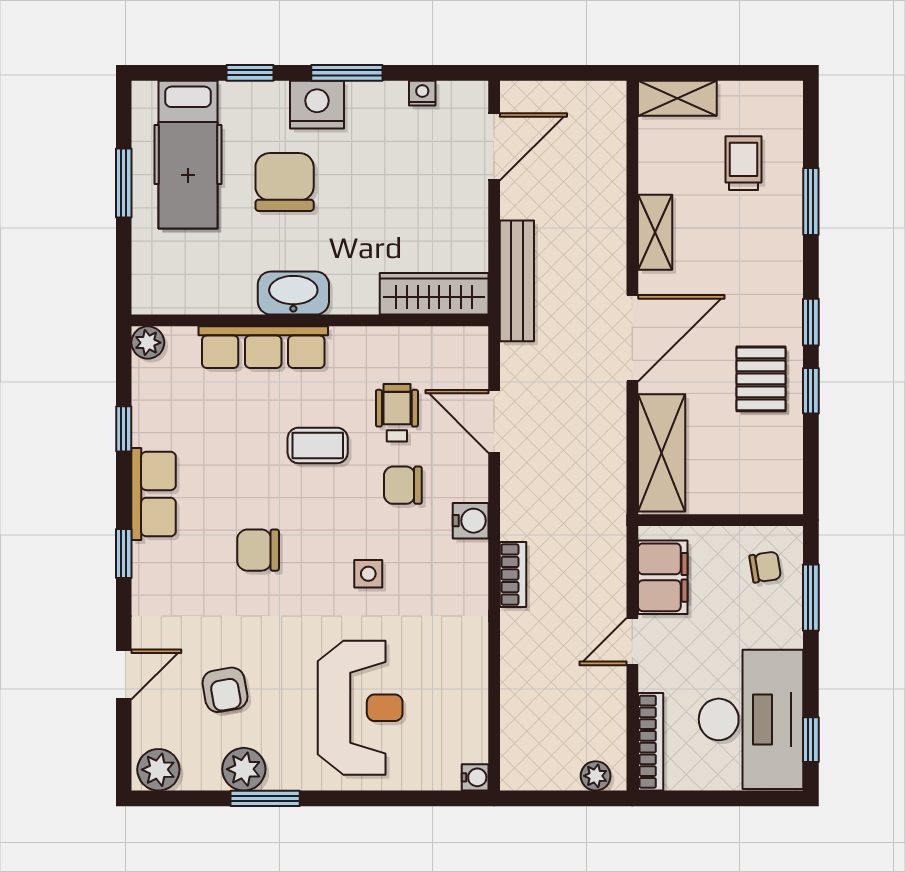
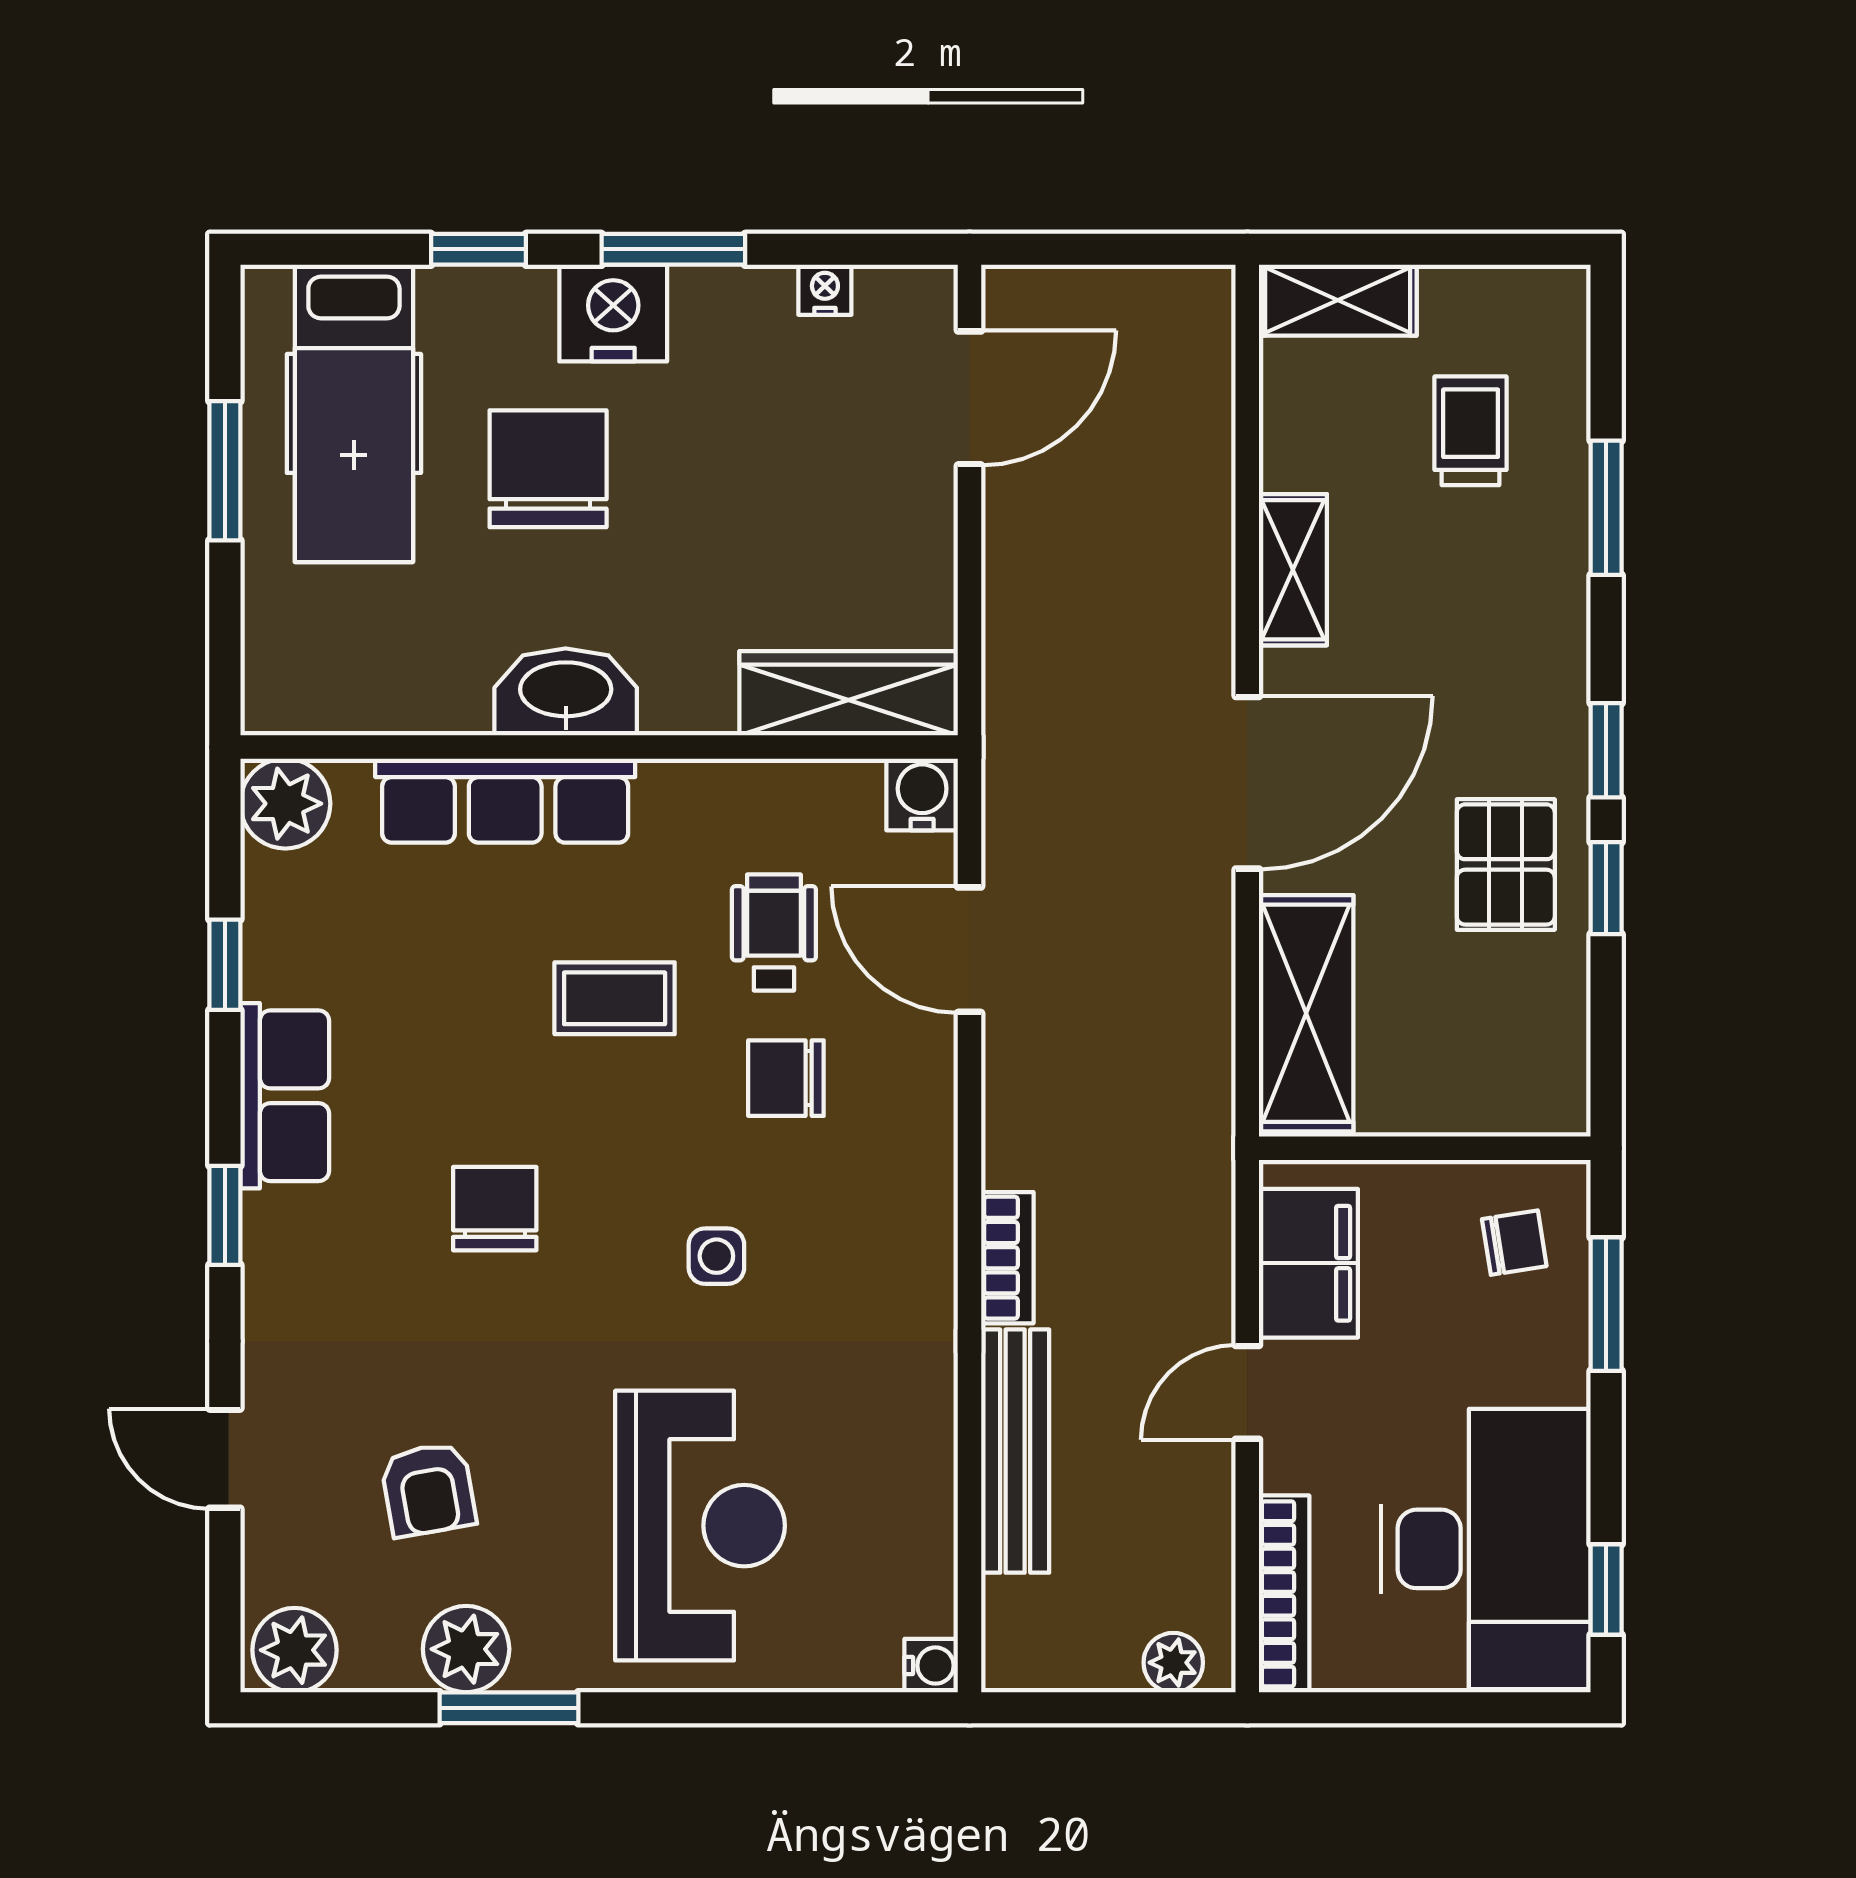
bench: (517, 281) -> (1015, 1451), moved
plant: (148, 343) -> (285, 804), width x1.38, depth x1.38
water cooler: (471, 521) -> (922, 794), moved, turned -90
chair: (258, 550) -> (495, 1209), turned 90
door: (124, 674) -> (225, 1459), swing flipped

